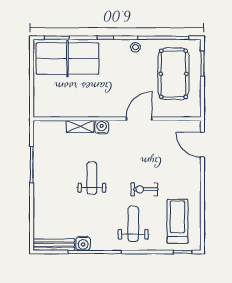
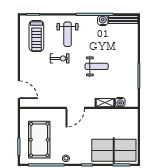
door: (139, 119) -> (75, 108), moved
water cooler: (102, 127) -> (120, 102), moved
weight bench: (92, 178) -> (97, 66), turned -90

